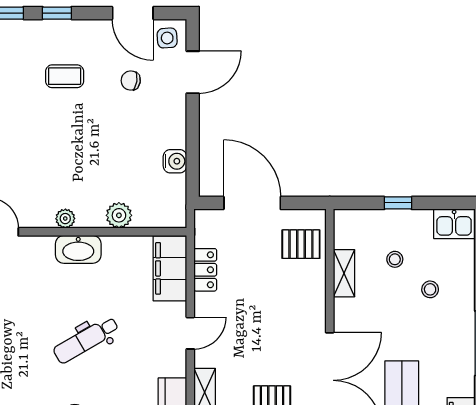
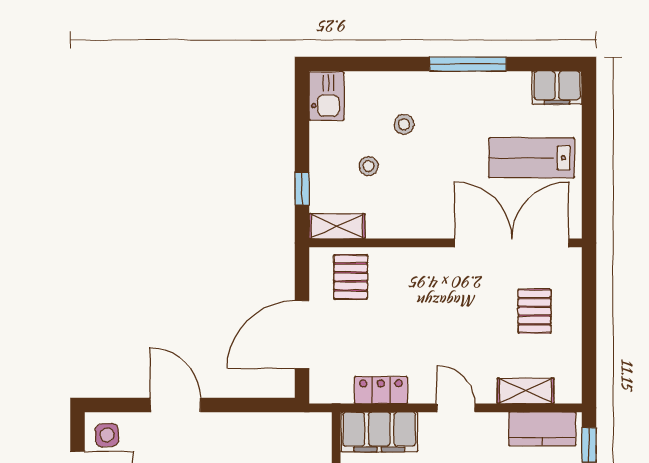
door: (193, 72) -> (175, 405), moved
water cooler: (175, 161) -> (253, 426), removed
window: (398, 203) -> (302, 189), moved
shelving: (344, 273) -> (337, 226), moved

